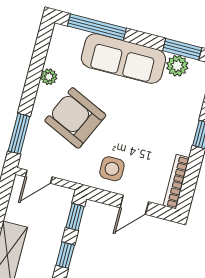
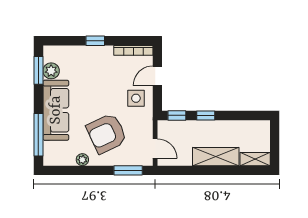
armchair: (75, 118) -> (107, 133), turned 40
door: (134, 205) -> (157, 76), swing flipped

